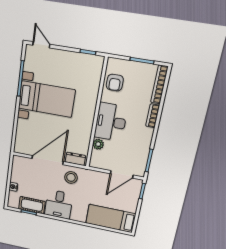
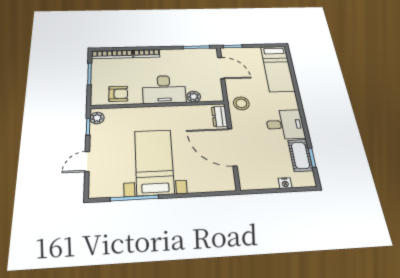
door: (41, 45) -> (87, 161), moved
plant: (95, 61) -> (97, 118), added
stool: (71, 177) -> (241, 103), moved

